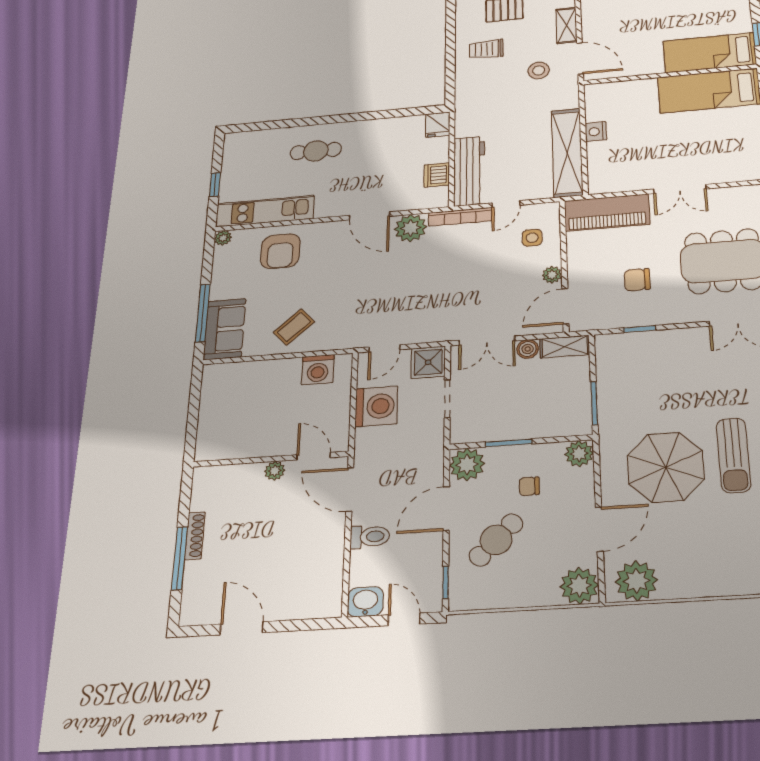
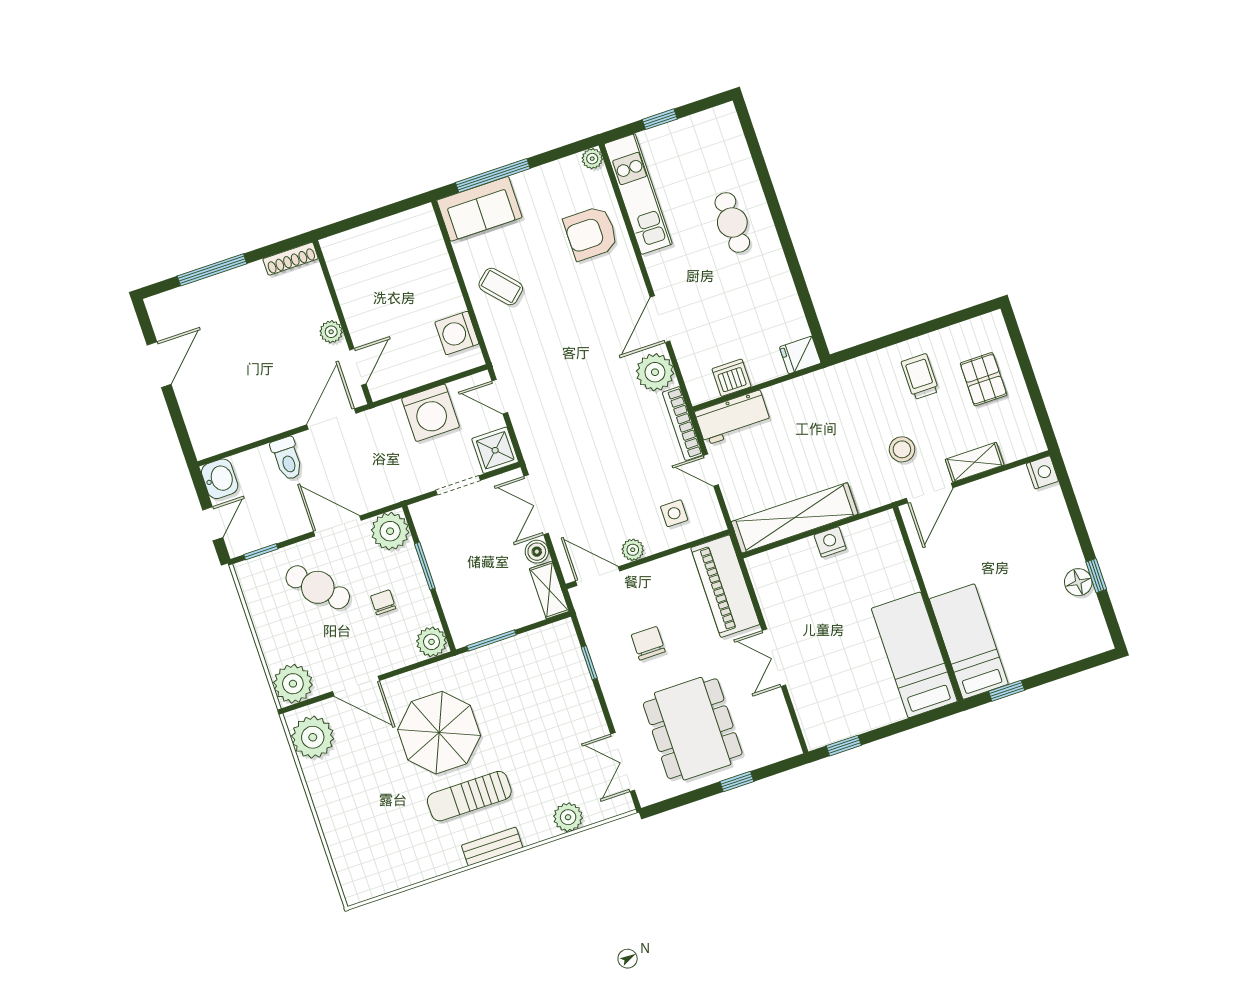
workbench: (469, 171) -> (733, 418), width x0.73
shoe rack: (195, 536) -> (291, 259), moved

